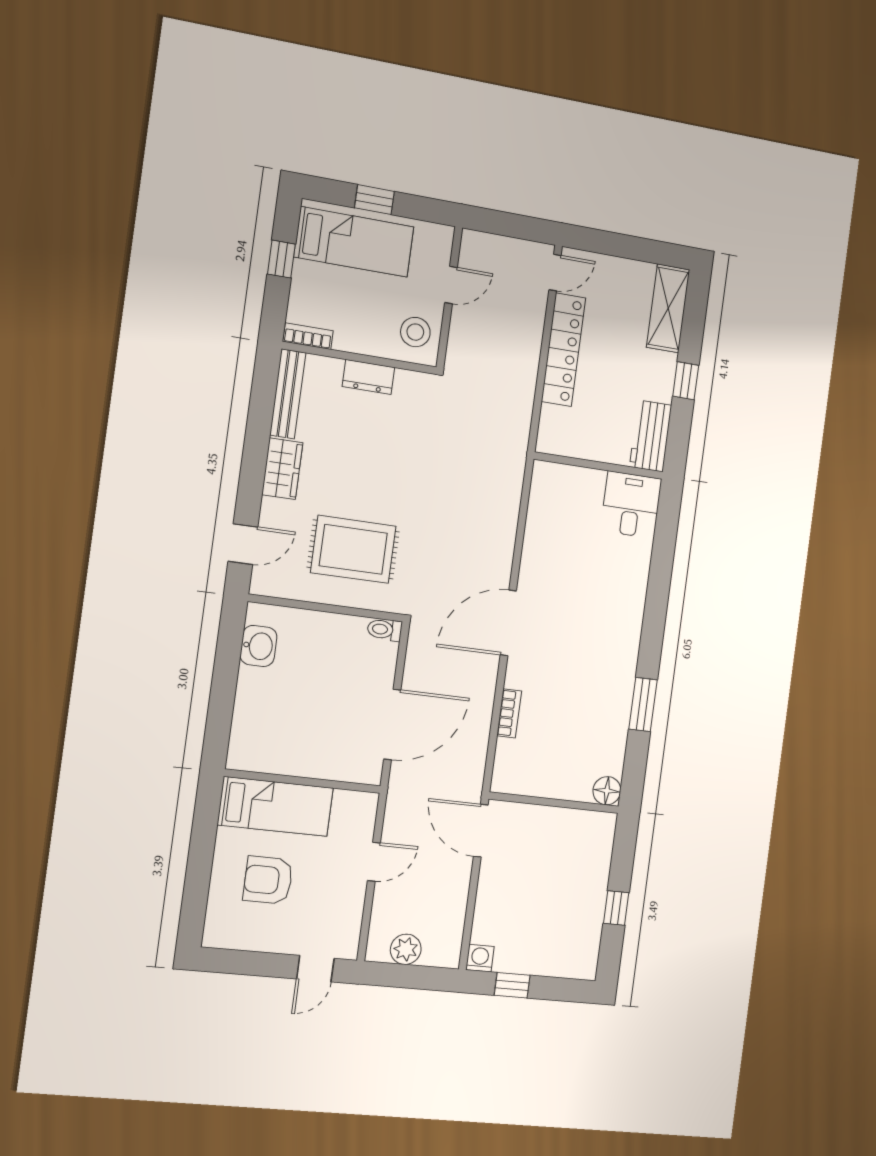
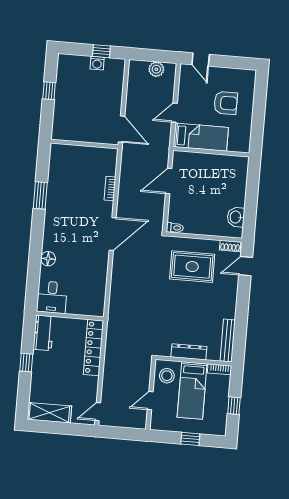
bed: (354, 242) -> (192, 390), moved, turned -90
shelving: (668, 308) -> (49, 413), moved, turned 90
locker: (563, 350) -> (93, 348), moved
dresser: (368, 377) -> (189, 352), width x1.44
wardrobe: (282, 469) -> (229, 304), removed
shoe rack: (273, 587) -> (230, 246), added
door: (392, 724) -> (169, 181), width x0.73
floor lamp: (607, 791) -> (48, 259), moved
bed: (276, 806) -> (201, 137), moved, turned 180
washing machine: (480, 958) -> (97, 63), moved
door: (315, 969) -> (201, 60), swing flipped

